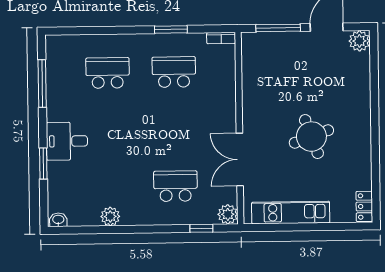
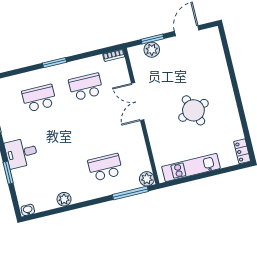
window: (278, 28) -> (152, 39), width x0.69
window: (171, 29) -> (54, 63), moved
plant: (359, 41) -> (152, 50), moved
double door: (240, 160) -> (138, 102), moved
window: (201, 228) -> (130, 193), width x2.17

